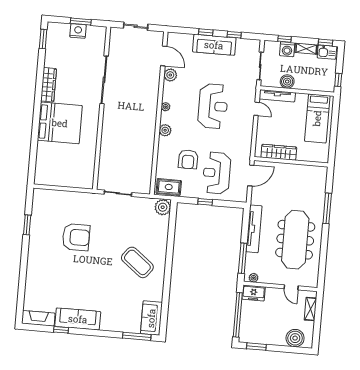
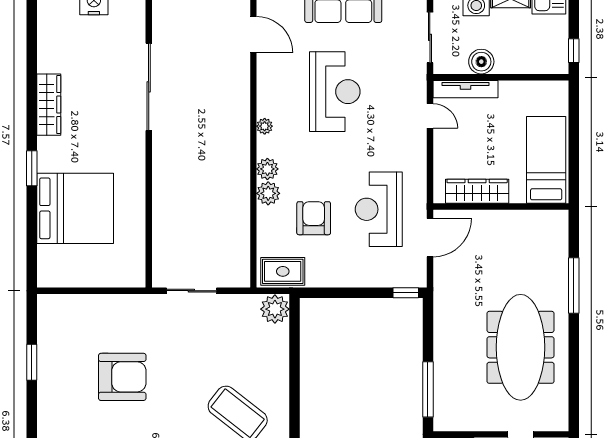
window: (43, 39) -> (32, 168), moved
plant: (170, 75) -> (268, 193), moved
reception desk: (213, 106) -> (335, 92), moved
bed: (317, 118) -> (546, 160), moved, turned 180
bed: (60, 123) -> (75, 208), moved
armchair: (188, 159) -> (314, 218), turned 180
reception desk: (217, 173) -> (379, 209), moved
window: (205, 202) -> (406, 293), moved
tv unit: (254, 229) -> (444, 334), removed
plant: (254, 278) -> (451, 423), removed

